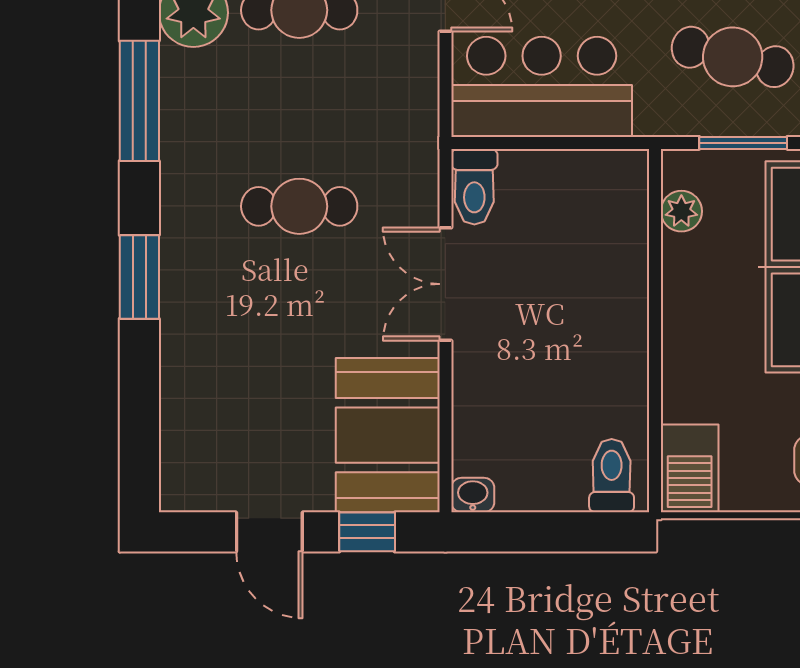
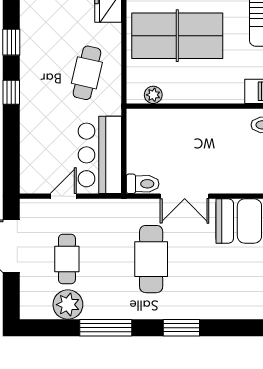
window: (743, 143) -> (124, 68), removed
cafe table: (299, 206) -> (151, 259), width x1.37, depth x1.35

